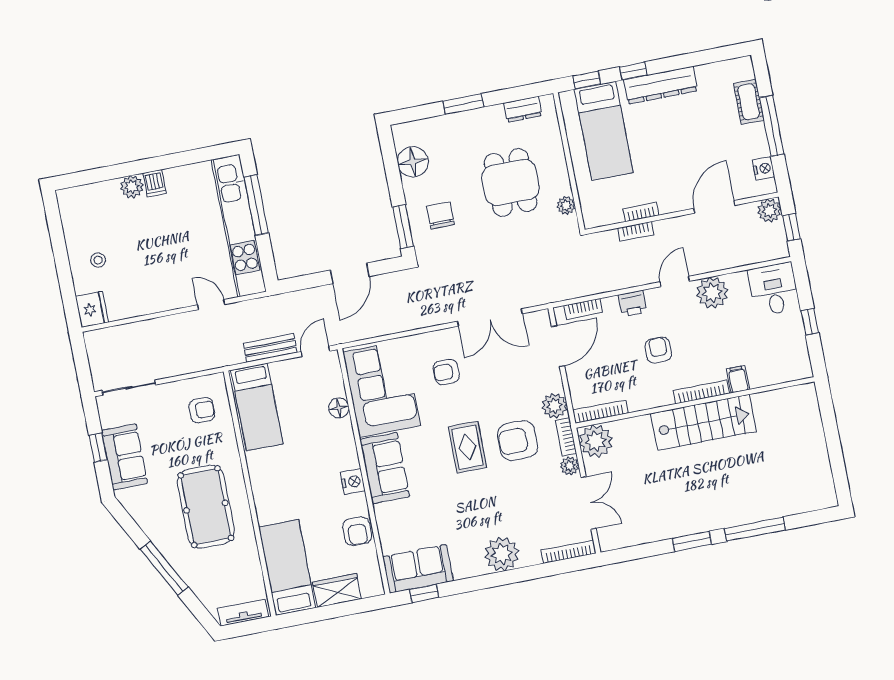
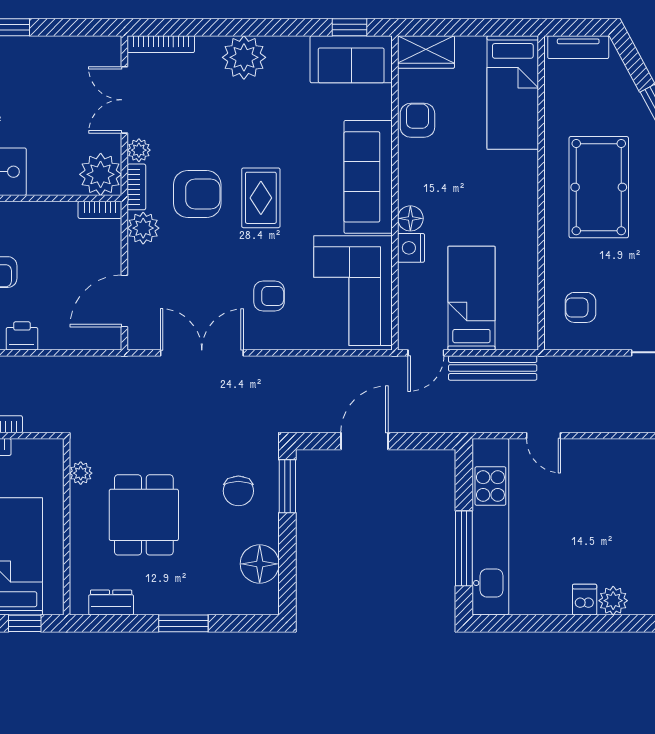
bookcase: (583, 309) -> (84, 341), removed
bench: (270, 348) -> (493, 368), width x1.36
bed: (257, 407) -> (471, 298), moved
floor lamp: (339, 408) -> (410, 218), moved
bookcase: (600, 412) -> (100, 210), width x0.64
sofa: (385, 468) -> (368, 177), width x1.36
nightstand: (353, 482) -> (411, 248), moved
wardrobe: (337, 590) -> (426, 52), moved

